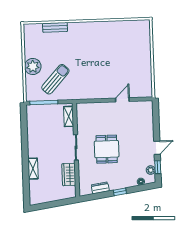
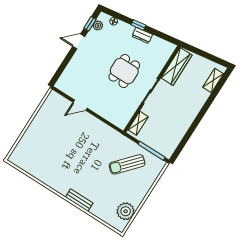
bench: (55, 27) -> (79, 200), moved
plant: (33, 66) -> (126, 211), moved
shelving: (33, 169) -> (213, 81), moved
wardrobe: (69, 174) -> (177, 66), width x1.50
dresser: (100, 188) -> (142, 35), moved

